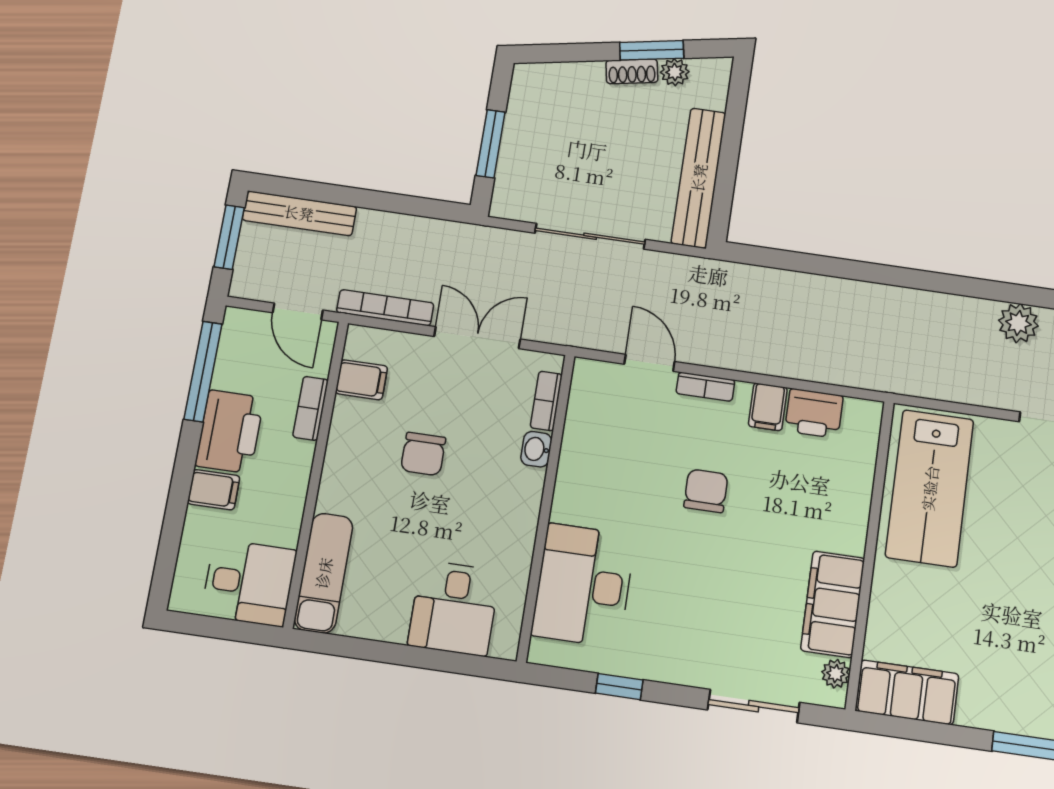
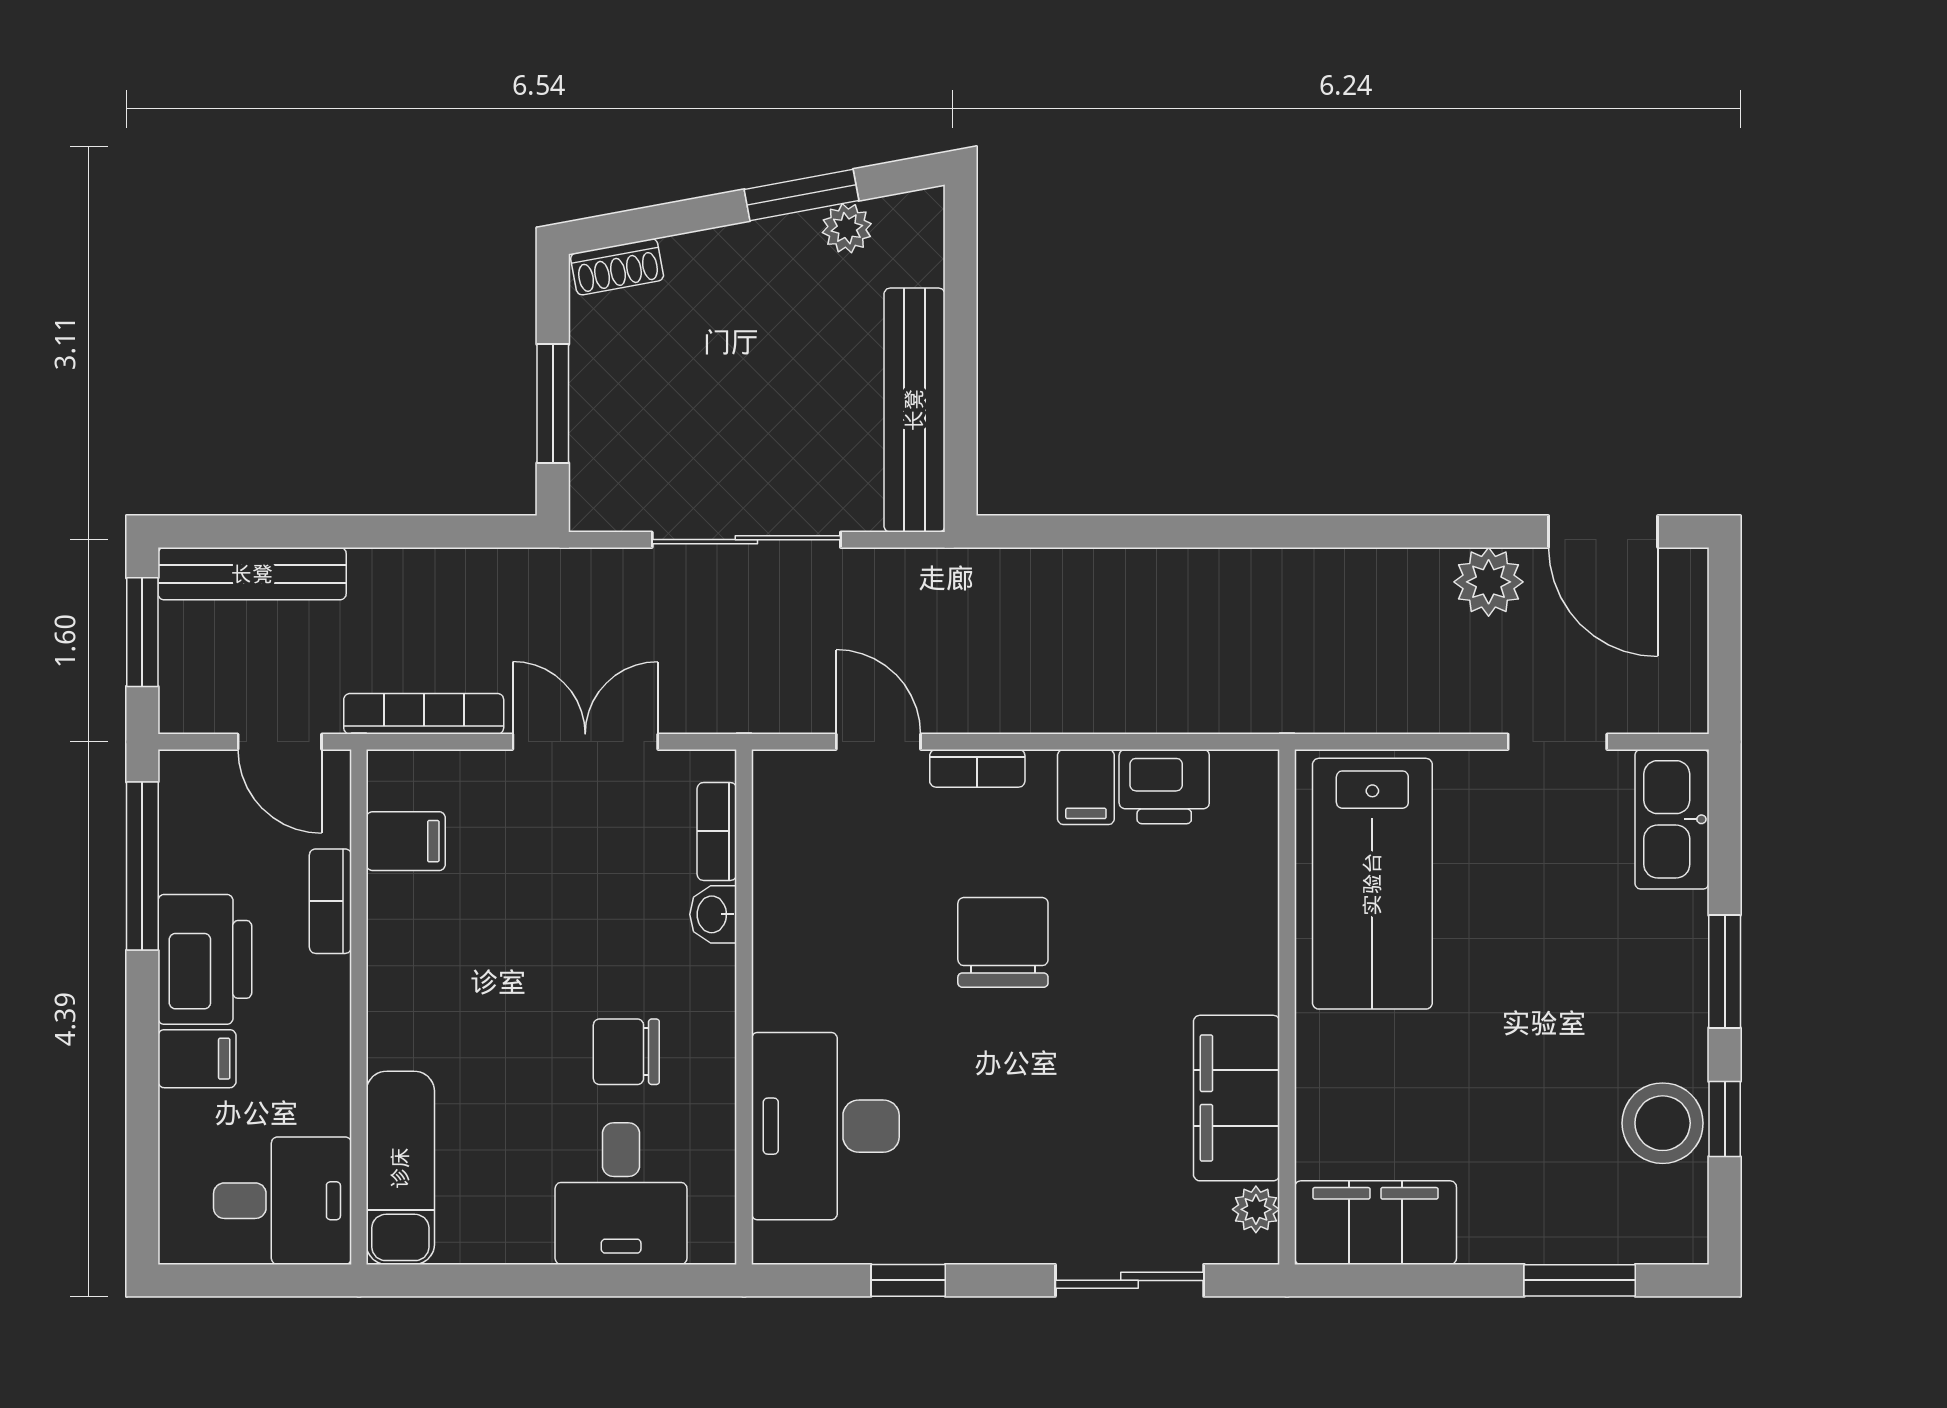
shoe rack: (632, 71) -> (617, 267), moved
chair: (423, 454) -> (626, 1052), moved, turned 90
chair: (706, 491) -> (1003, 942), width x1.37, depth x1.37

